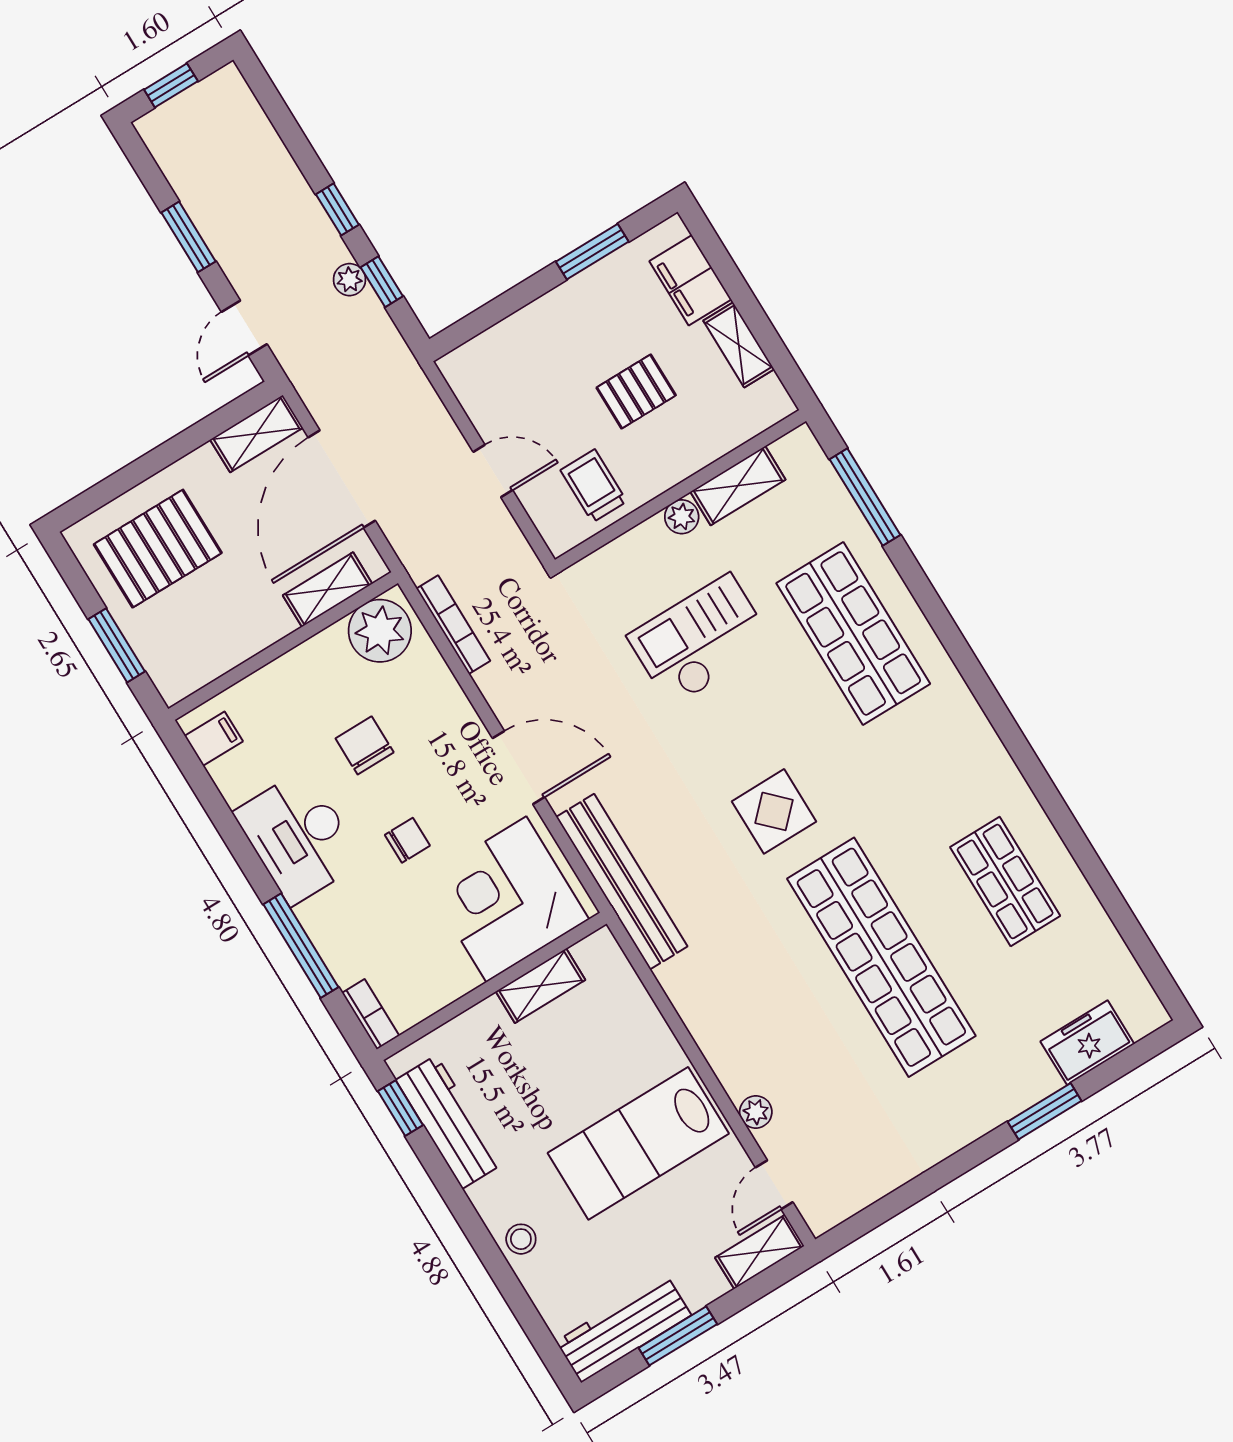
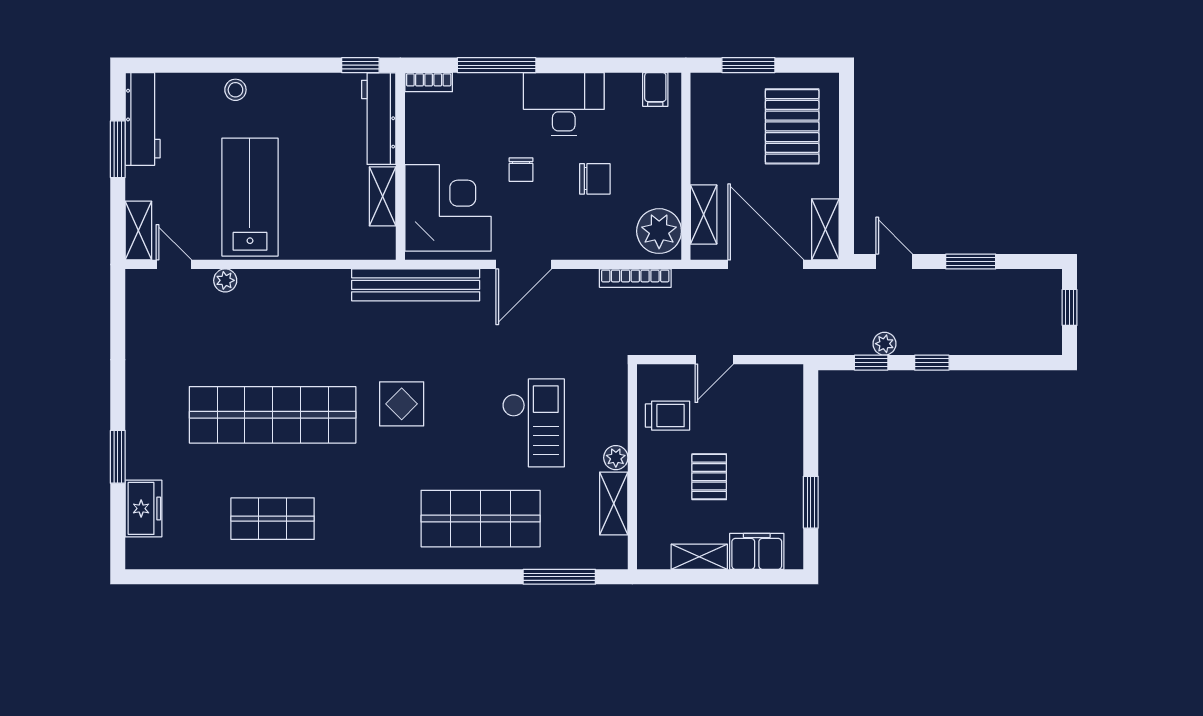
workbench: (449, 1122) -> (379, 119), moved, turned 90

